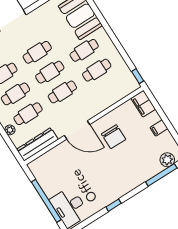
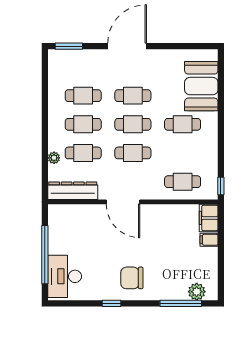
cafe table: (97, 70) -> (183, 182), moved
filing cabinet: (159, 128) -> (209, 240), moved
chair: (114, 137) -> (132, 278), moved, turned 90

